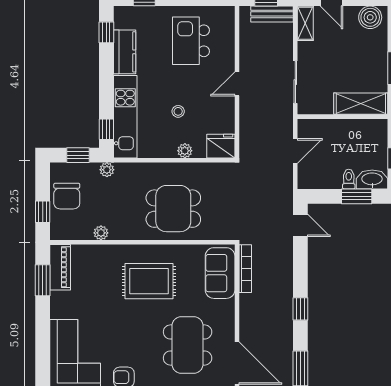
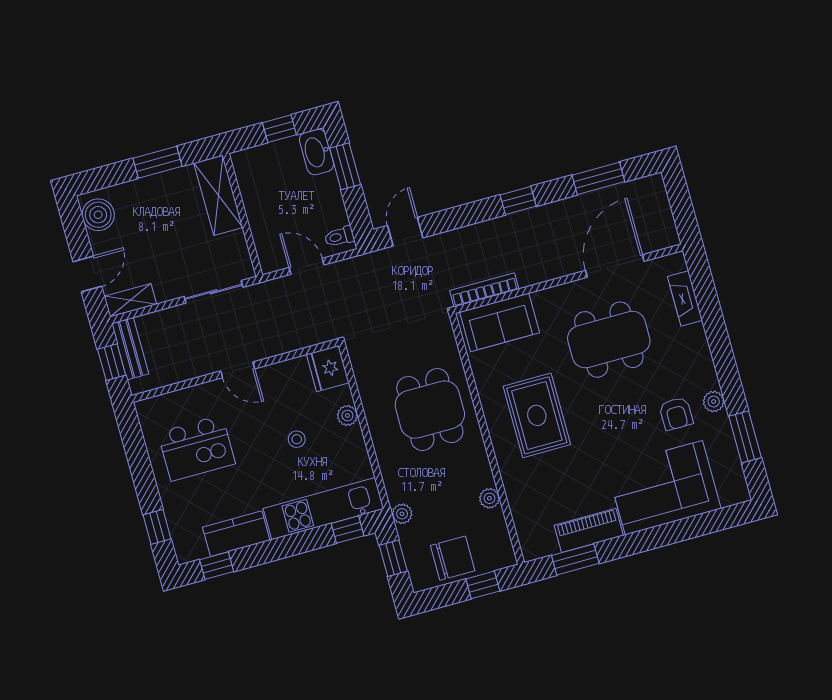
toilet: (349, 179) -> (339, 237), moved
piano: (60, 267) -> (589, 530), moved

